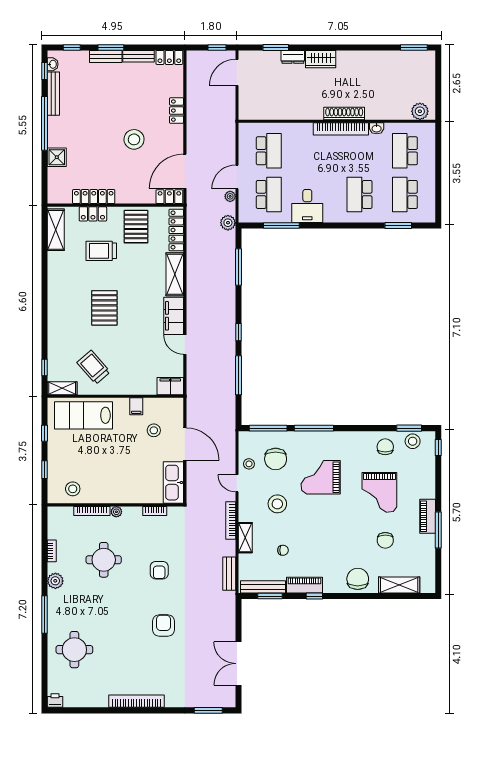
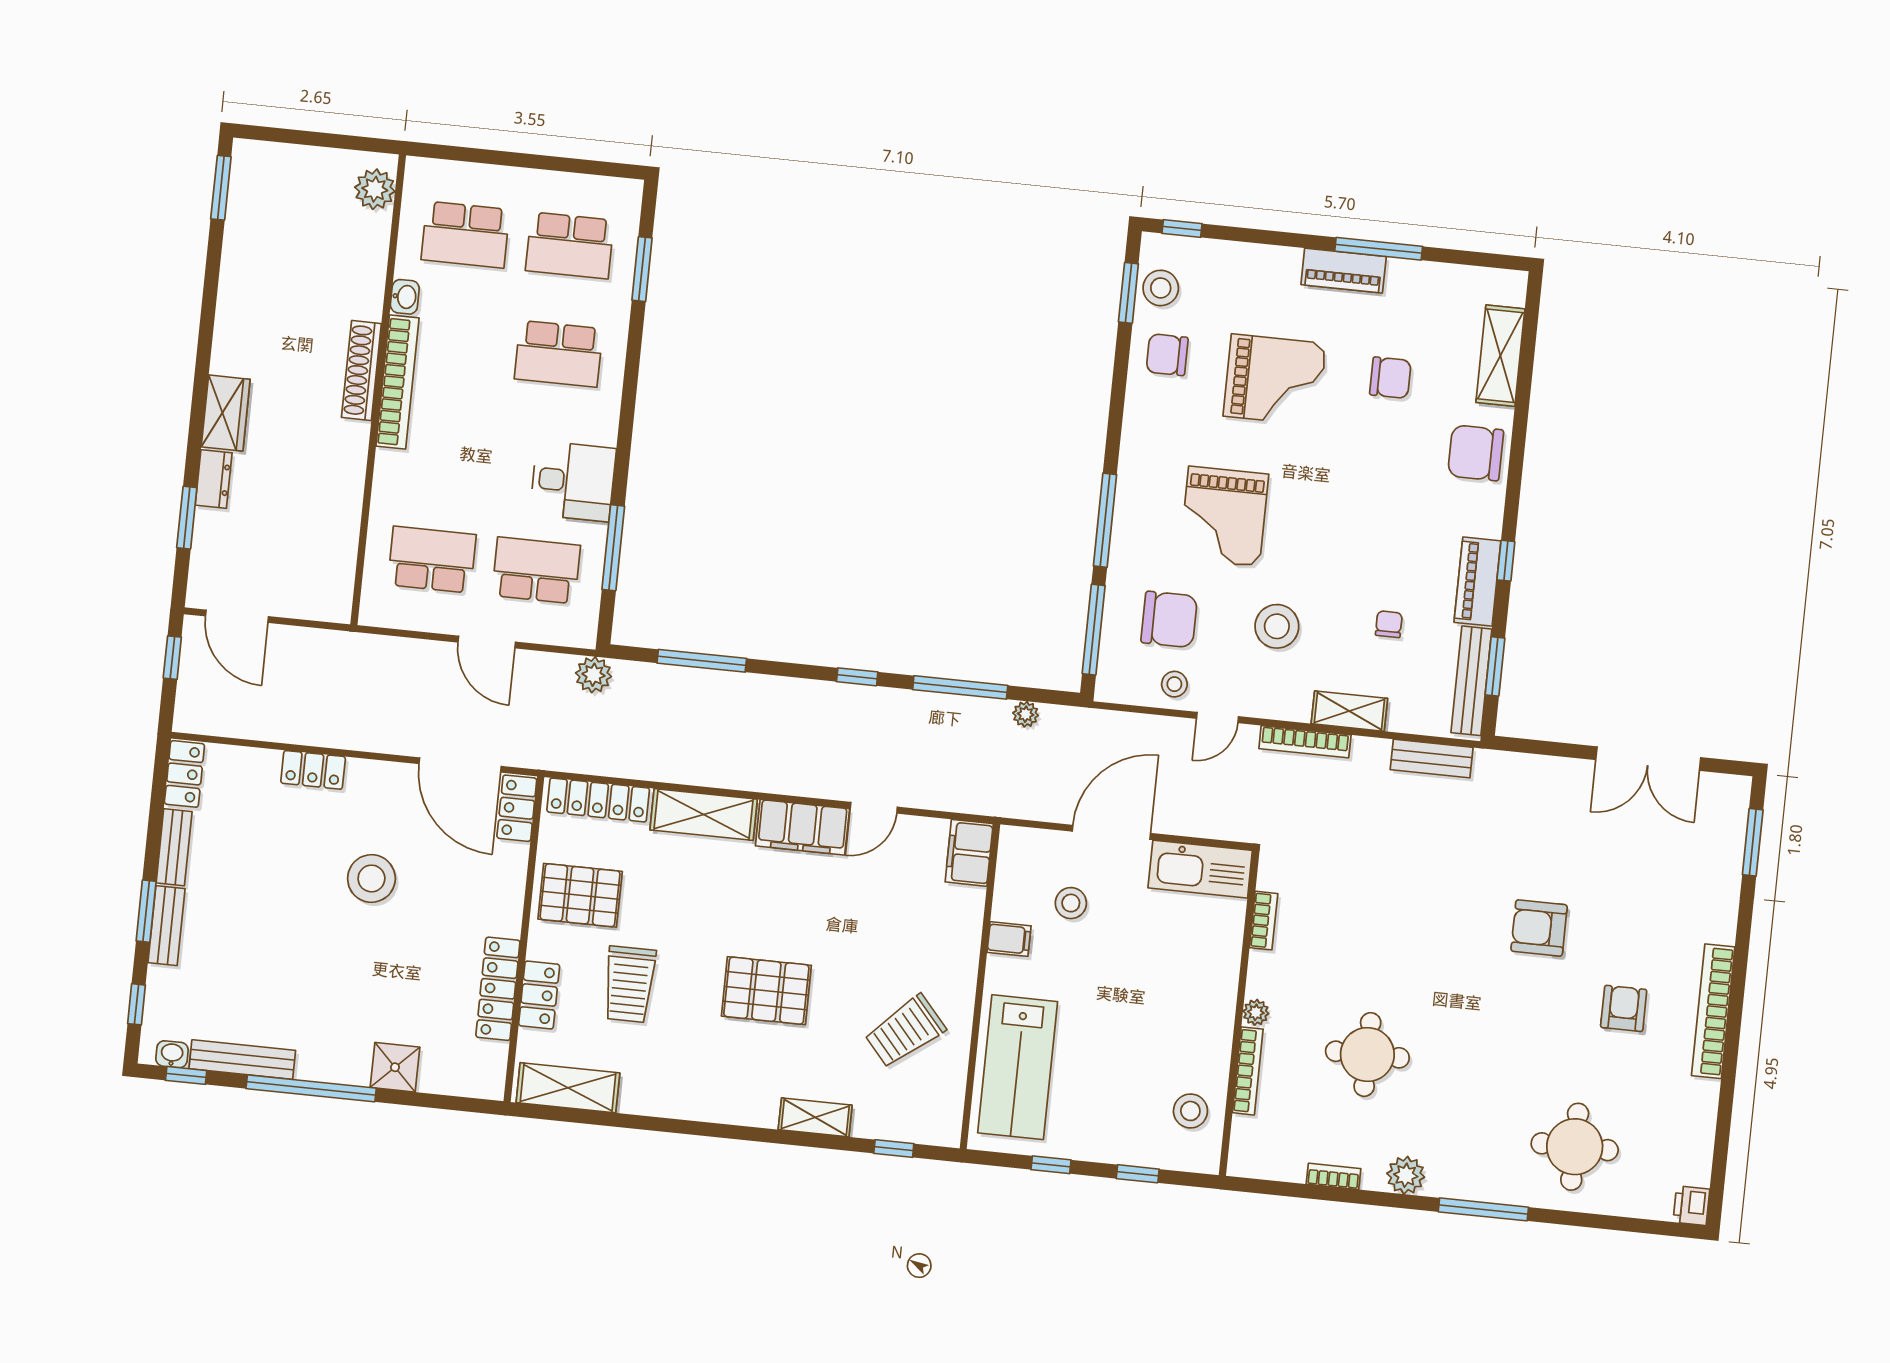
plant: (230, 196) -> (1026, 714), moved
shelving: (62, 388) -> (815, 1117), moved, turned 90
armchair: (159, 570) -> (1624, 1008), moved, turned -90

